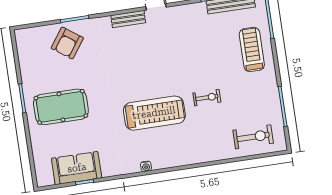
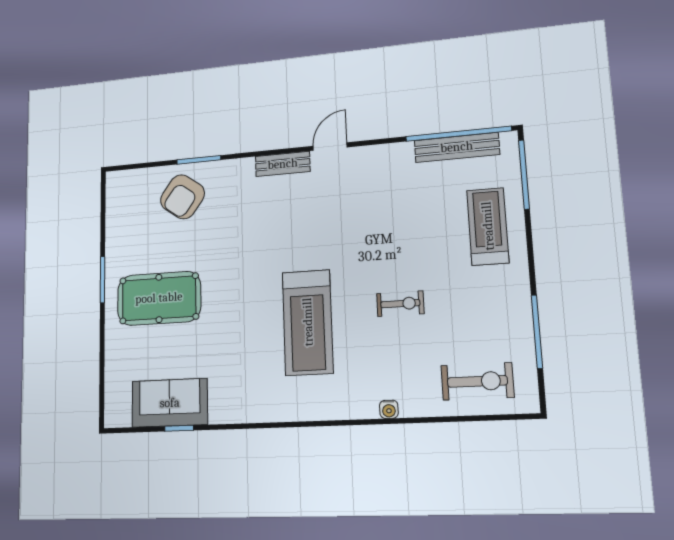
treadmill: (154, 113) -> (308, 322), turned 90
water cooler: (146, 166) -> (389, 409), moved

